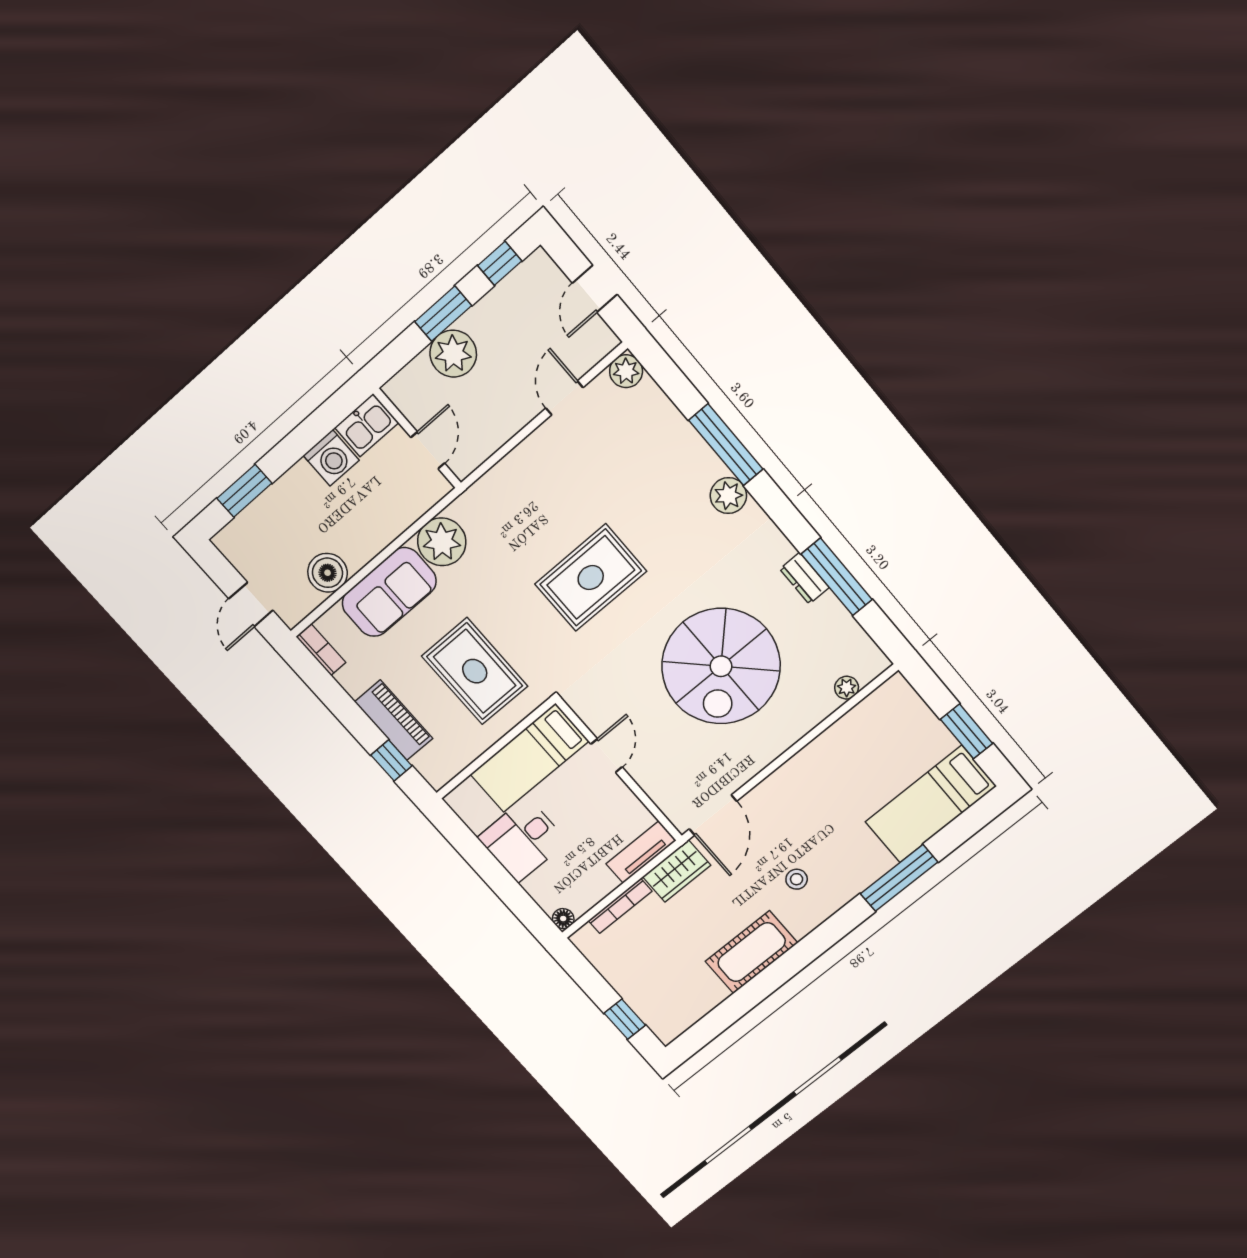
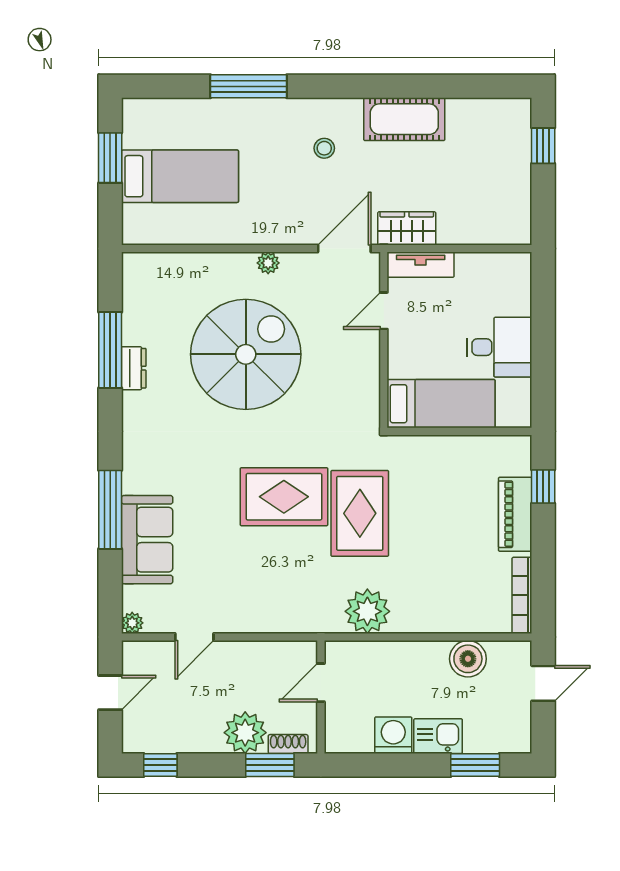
window: (443, 314) -> (270, 765), moved
plant: (626, 371) -> (132, 623), width x0.73, depth x0.73
shoe rack: (410, 375) -> (288, 744), added
kitchen sink: (367, 425) -> (438, 736), moved
plant: (728, 496) -> (138, 472), removed
sofa: (389, 592) -> (147, 540), moved, turned 90
bookcase: (321, 650) -> (522, 595), width x1.56
rug: (475, 671) -> (360, 513), moved
plant: (847, 688) -> (268, 263), moved
door: (607, 756) -> (384, 311), moved
bed: (931, 804) -> (180, 176), moved
bookcase: (620, 906) -> (471, 237), removed
floor lamp: (563, 919) -> (522, 262), removed

